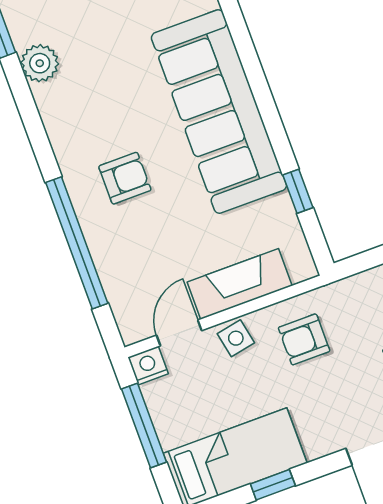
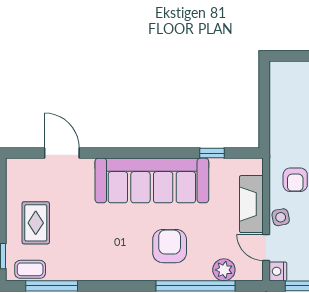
plant: (40, 63) -> (224, 270), moved
armchair: (125, 178) -> (170, 246), width x1.38, depth x1.38

